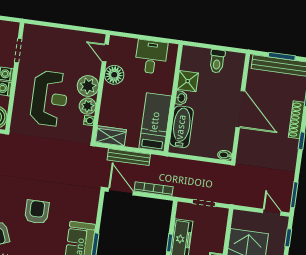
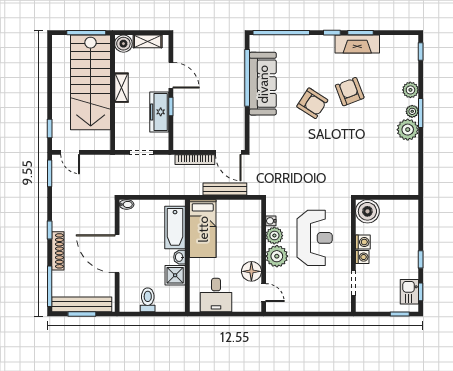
reception desk: (49, 98) -> (315, 238), turned 180
wardrobe: (111, 136) -> (246, 208), removed
armchair: (37, 212) -> (312, 103), moved, turned -57

